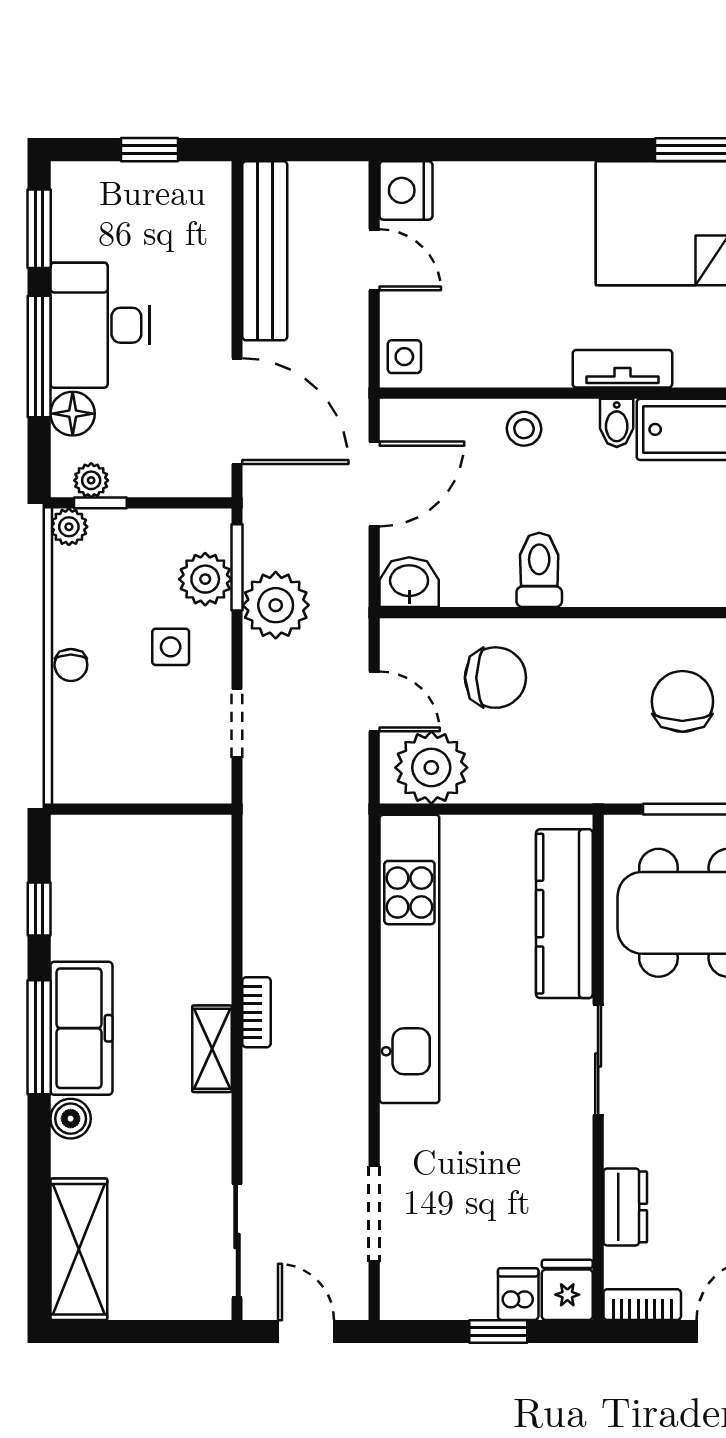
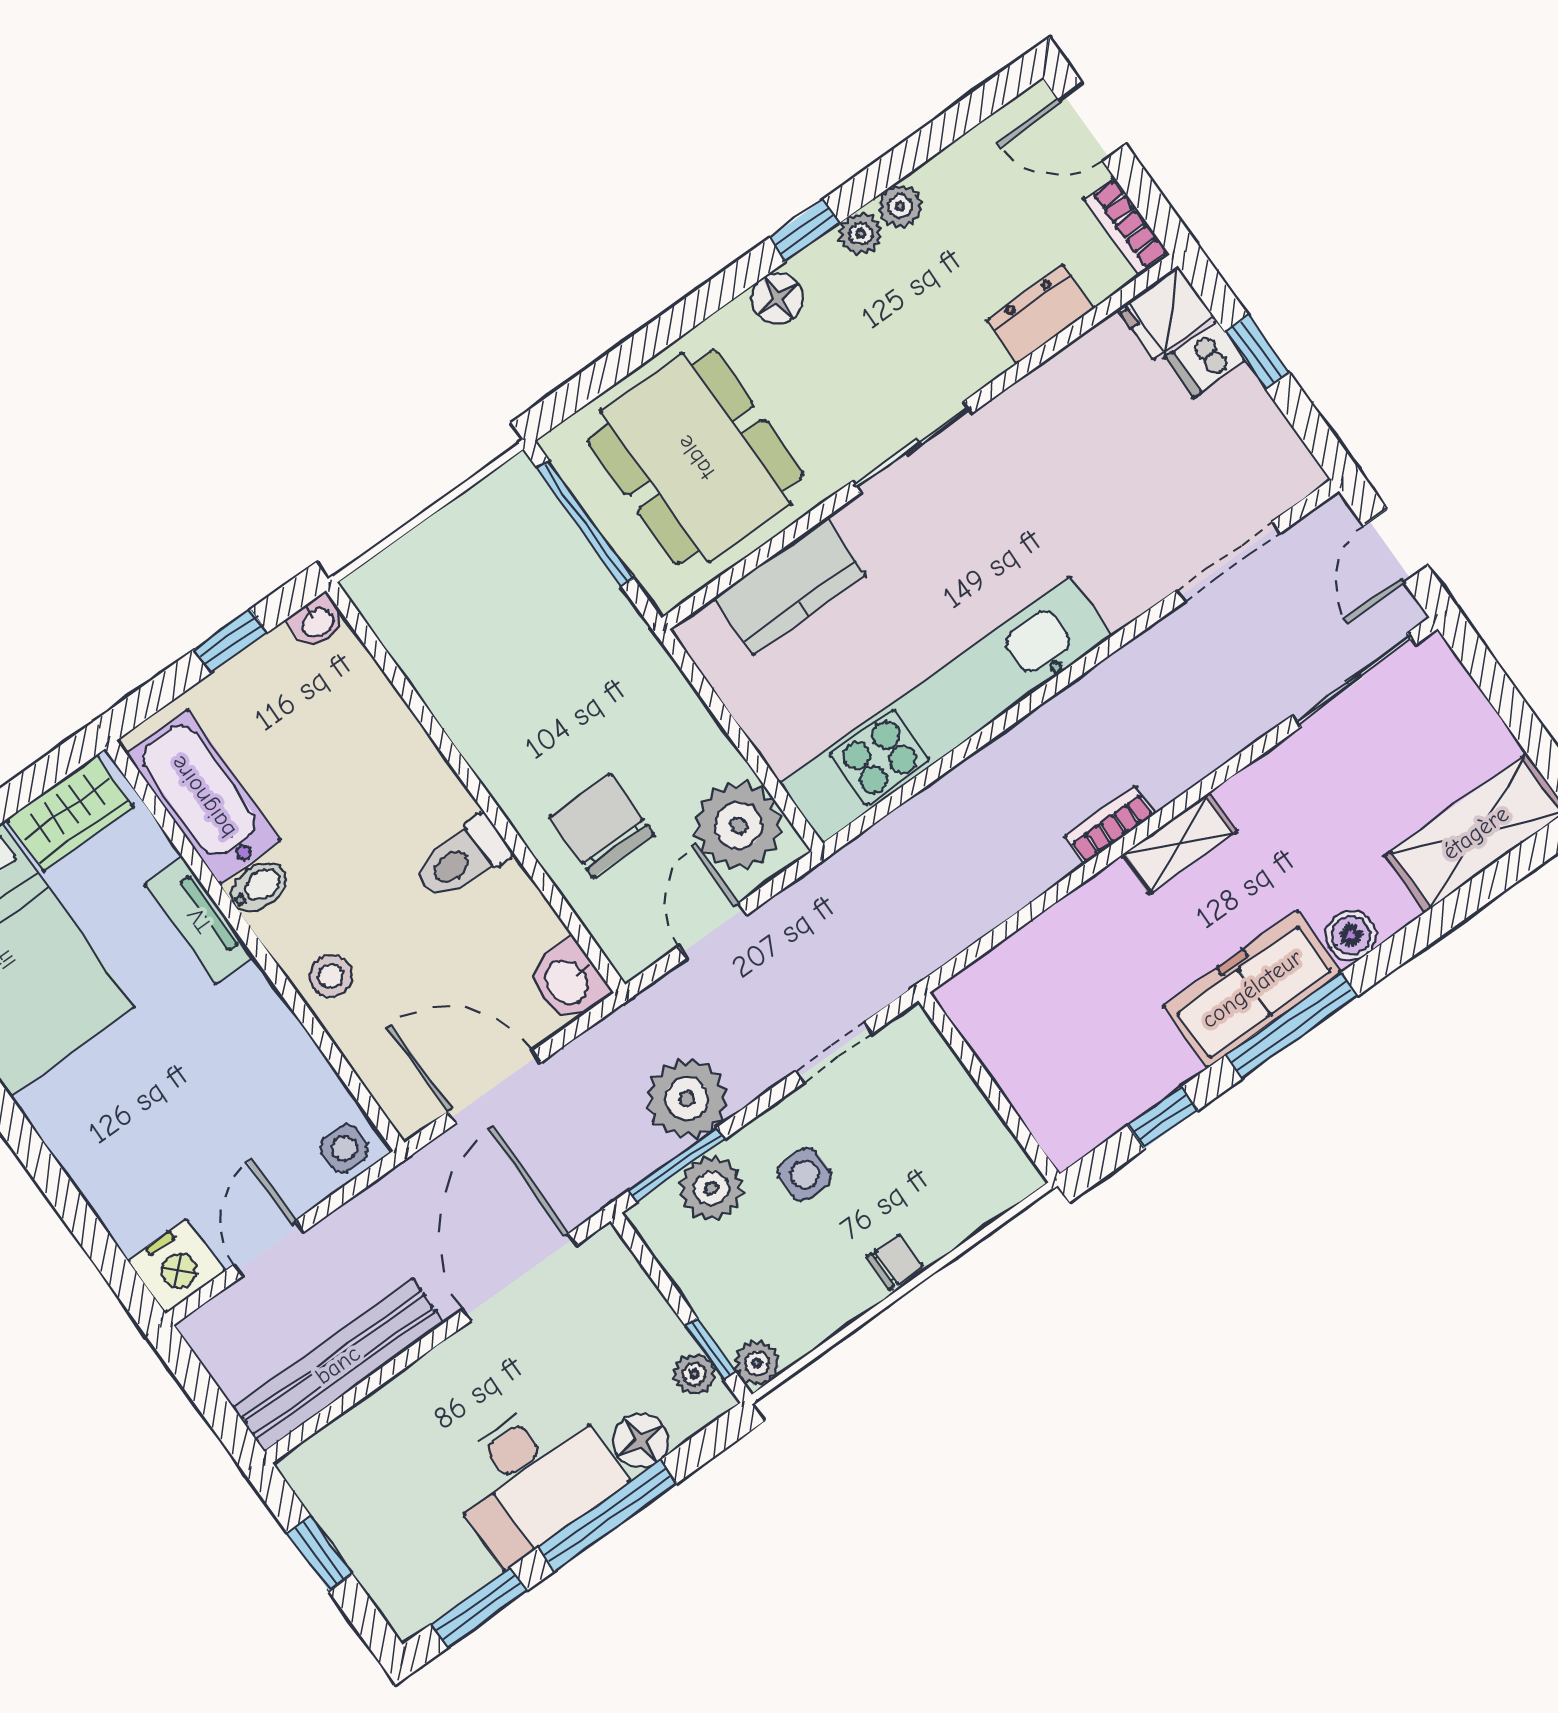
chair: (682, 701) -> (491, 620), removed
kitchen counter: (564, 914) -> (789, 586), width x0.67

